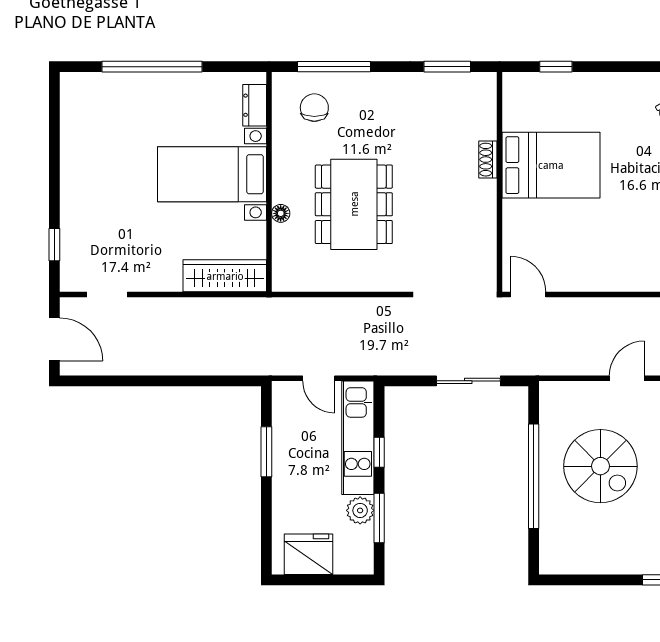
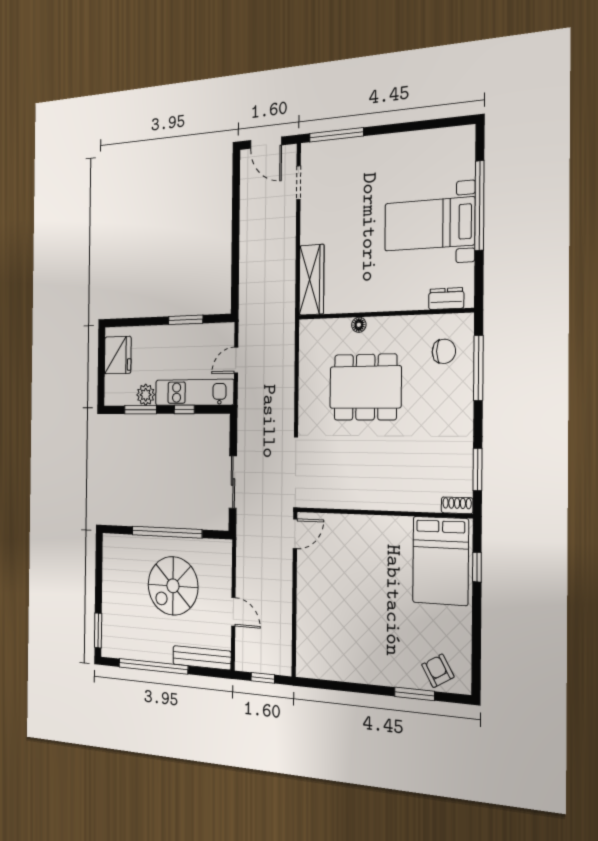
shoe rack: (488, 160) -> (457, 505), moved
bed: (551, 165) -> (440, 561), moved
bed with nightstands: (212, 174) -> (429, 224), moved, turned -90
window: (54, 245) -> (336, 135), width x2.17
door: (54, 339) -> (266, 143), hinge flipped

